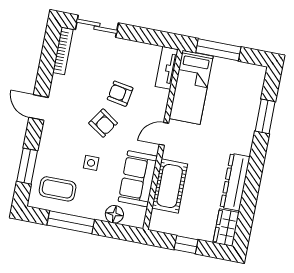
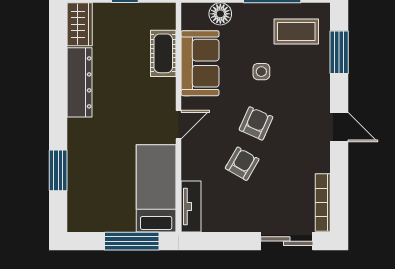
armchair: (120, 94) -> (242, 164), turned -70
armchair: (103, 123) -> (256, 123), turned 80
cot: (170, 186) -> (163, 53), width x0.73, depth x0.75

